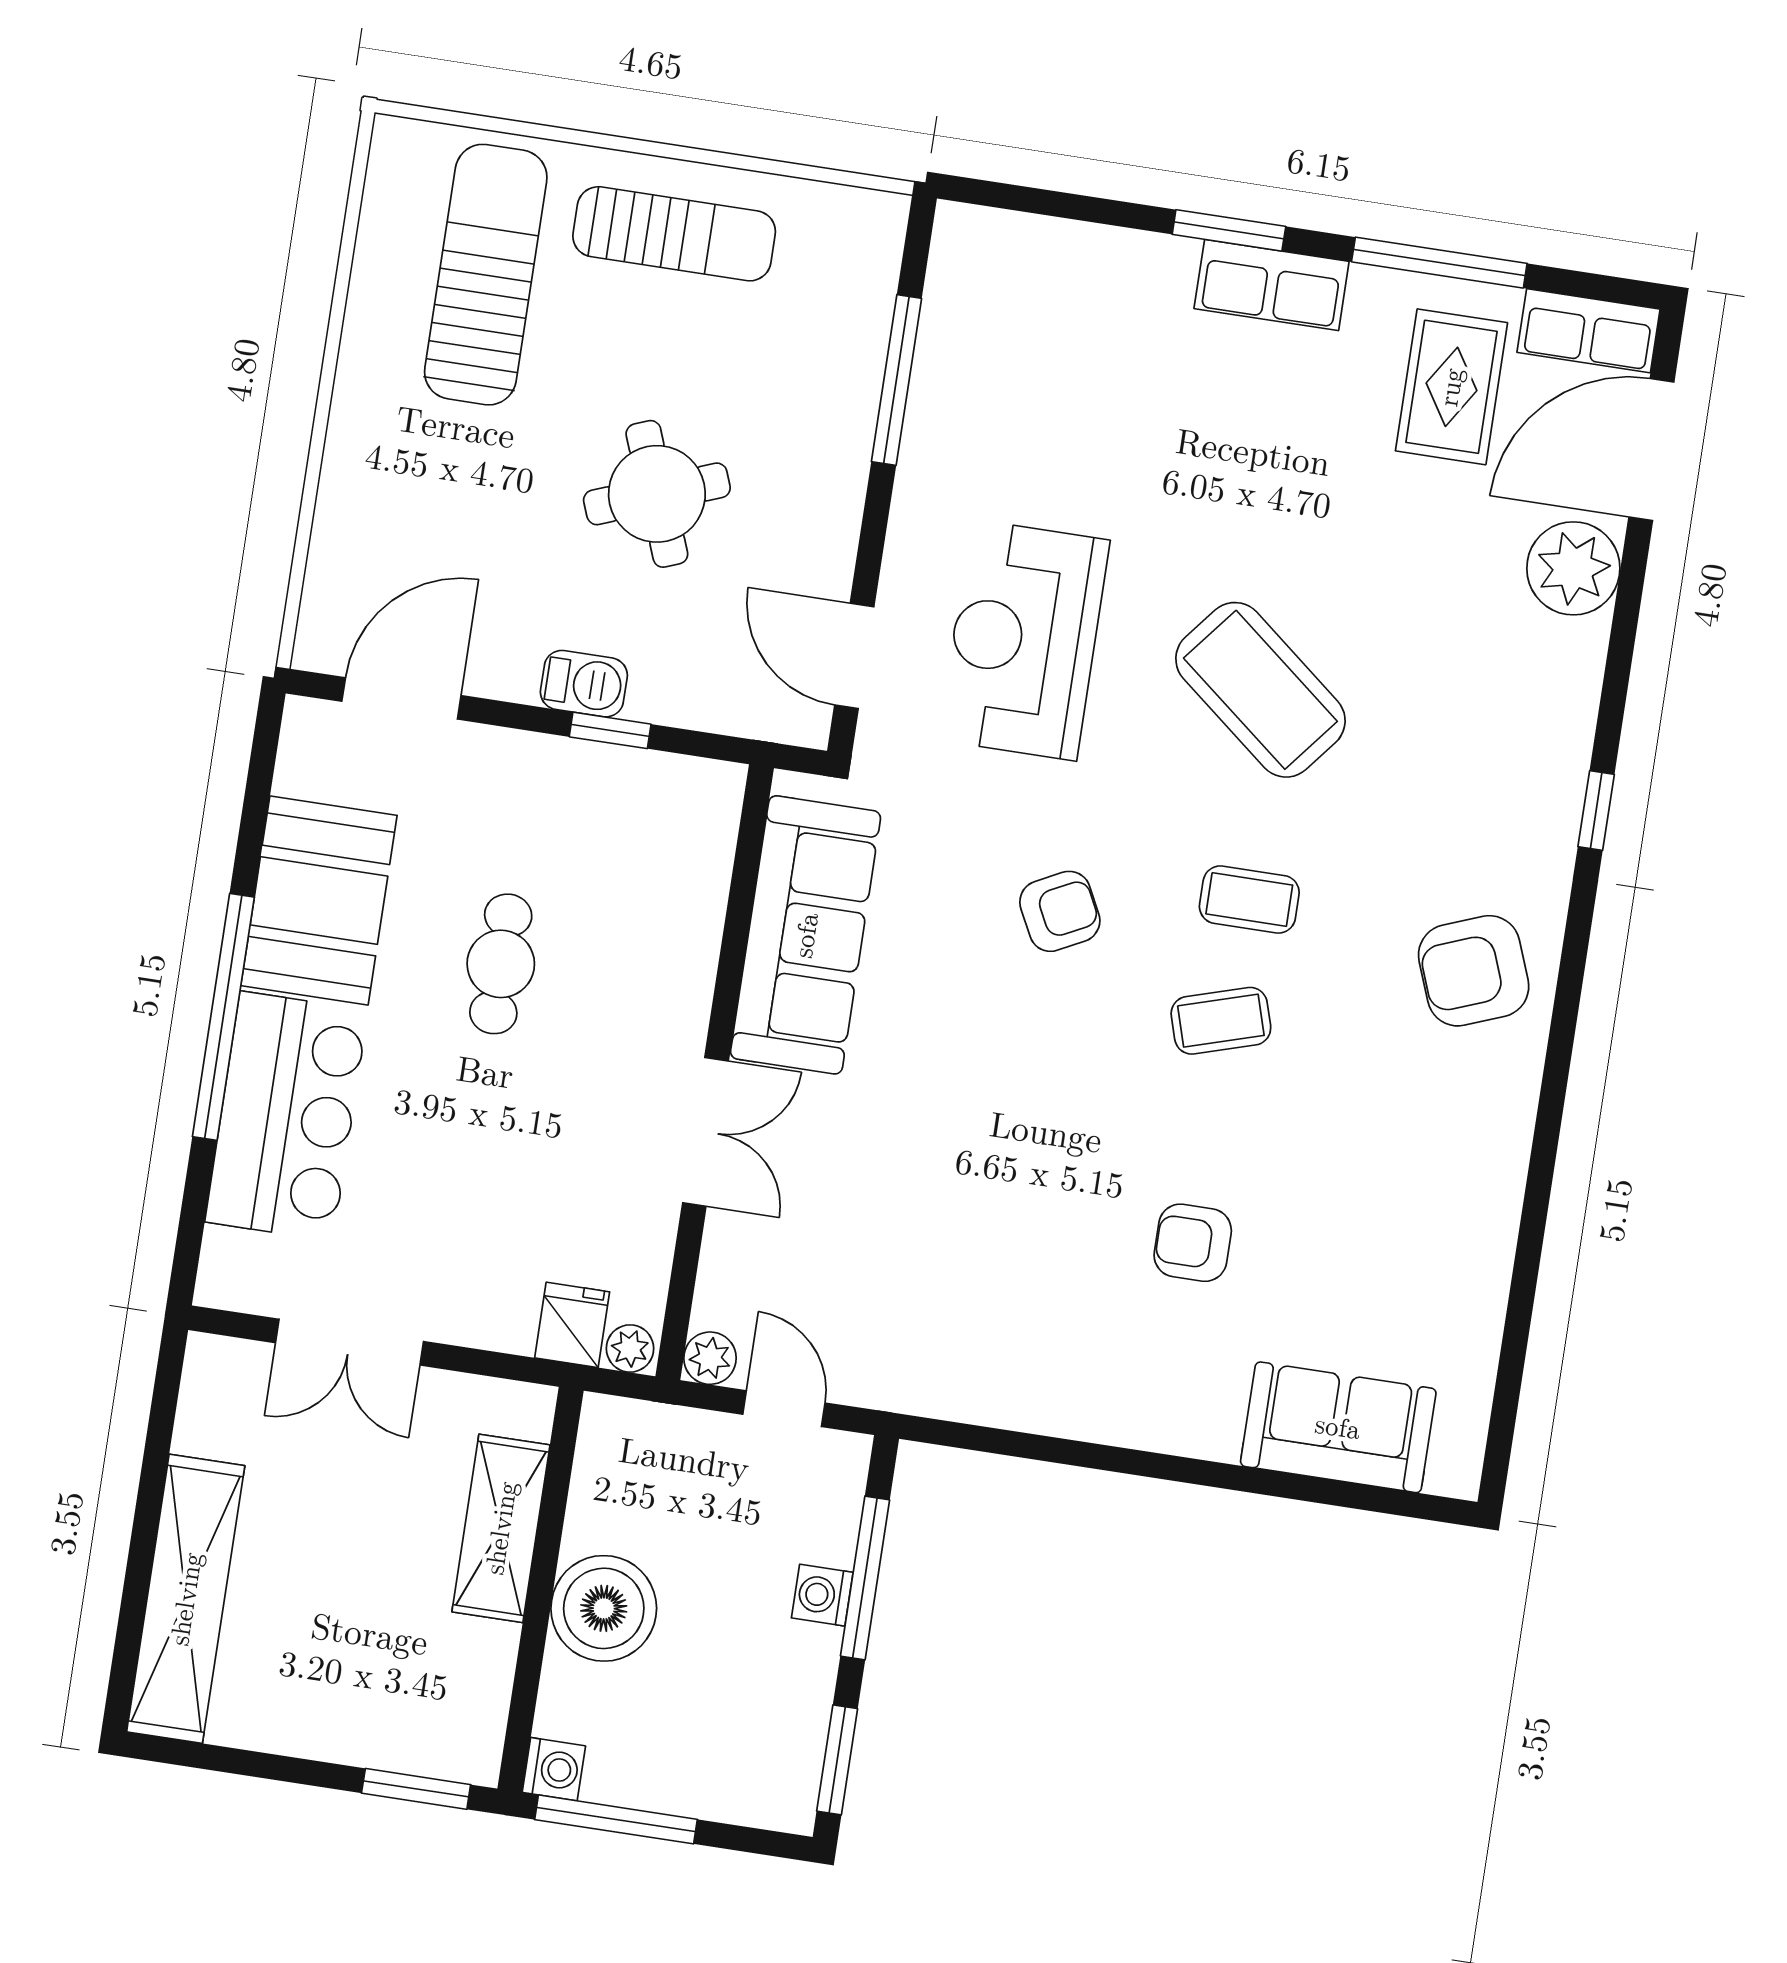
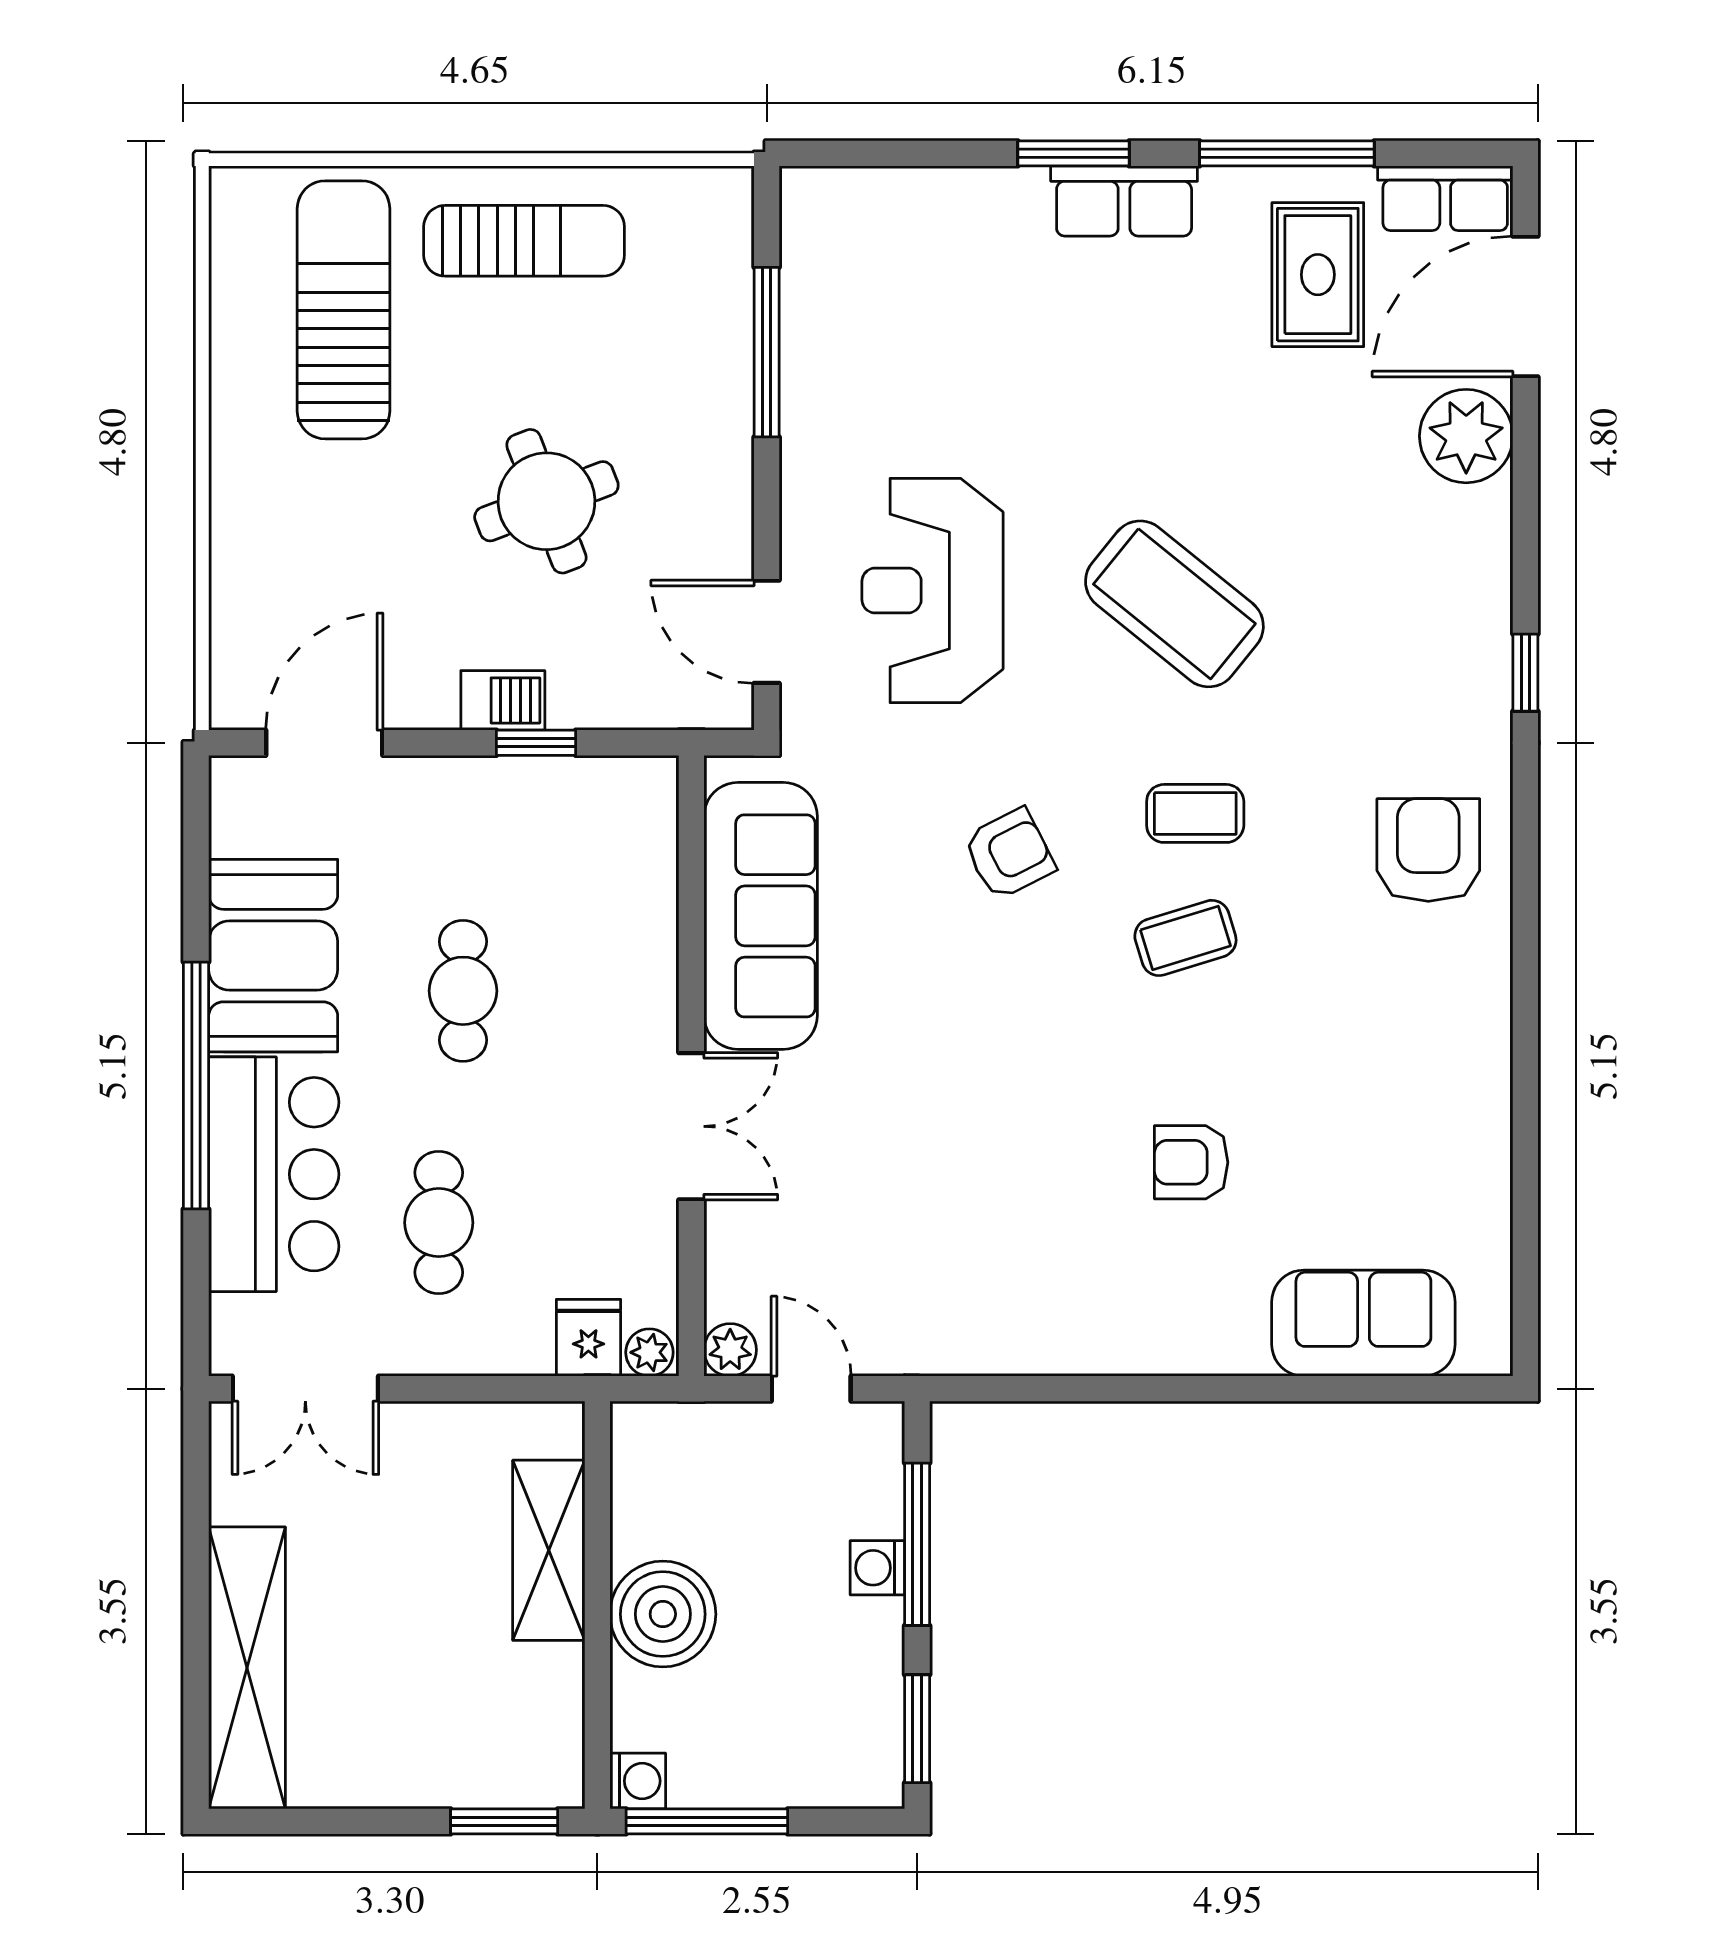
armchair: (1474, 971) -> (1428, 850), turned 111
cafe table: (442, 1189) -> (439, 1223), added
double door: (349, 1342) -> (305, 1389), moved

